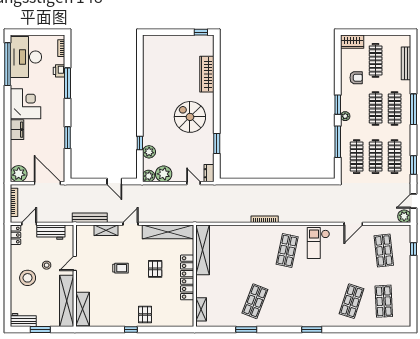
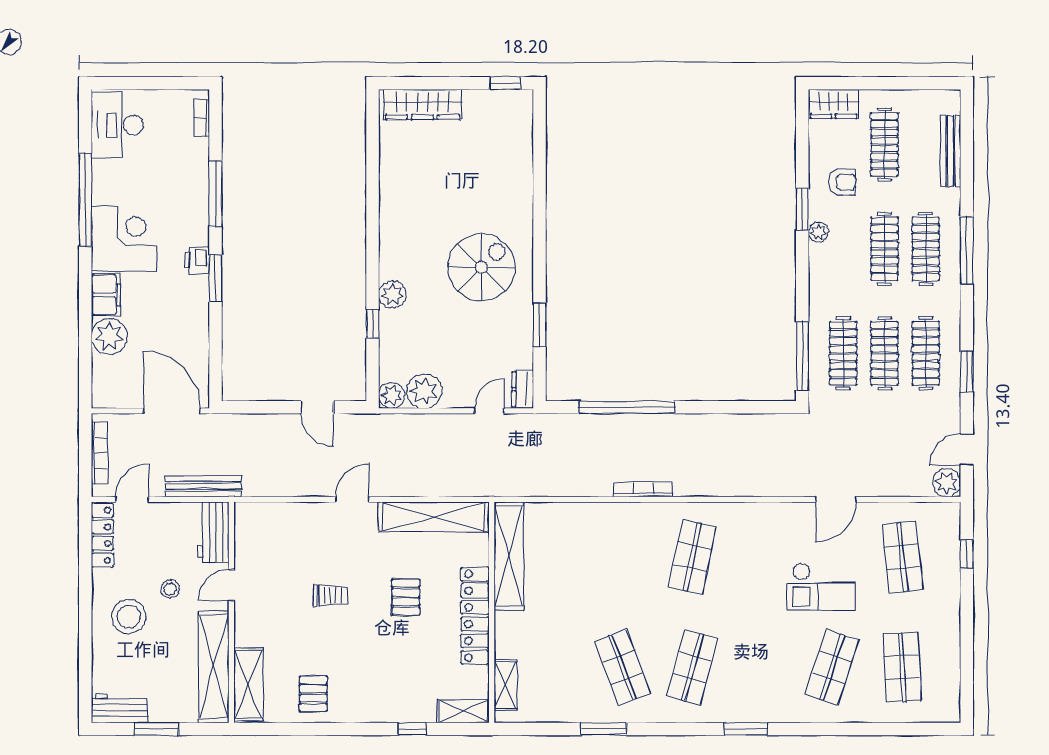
desk: (26, 57) -> (117, 125), width x0.73, depth x0.77
window: (8, 64) -> (85, 200), moved
printer: (59, 71) -> (197, 260), moved
wardrobe: (207, 74) -> (423, 104), moved, turned -90
window: (338, 105) -> (802, 209), moved
plant: (345, 116) -> (818, 232), moved
spiral stairs: (190, 117) -> (481, 267), turned 90
window: (67, 138) -> (215, 278), moved
window: (338, 142) -> (802, 356), moved
plant: (149, 152) -> (392, 295), moved
plant: (19, 174) -> (109, 336), moved
window: (257, 181) -> (627, 407), added
door: (194, 183) -> (489, 411), hinge flipped
bench: (90, 218) -> (203, 486), moved
shelving: (106, 230) -> (463, 711), moved
workbench: (51, 232) -> (213, 532), moved, turned 90
locker: (15, 235) -> (103, 535), width x1.53
checkout: (318, 243) -> (821, 587), moved, turned -90
shop shelf: (255, 301) -> (622, 667), turned -42
shop shelf: (287, 301) -> (692, 667), added
pallet: (145, 314) -> (313, 694), moved
window: (131, 330) -> (412, 729), moved

